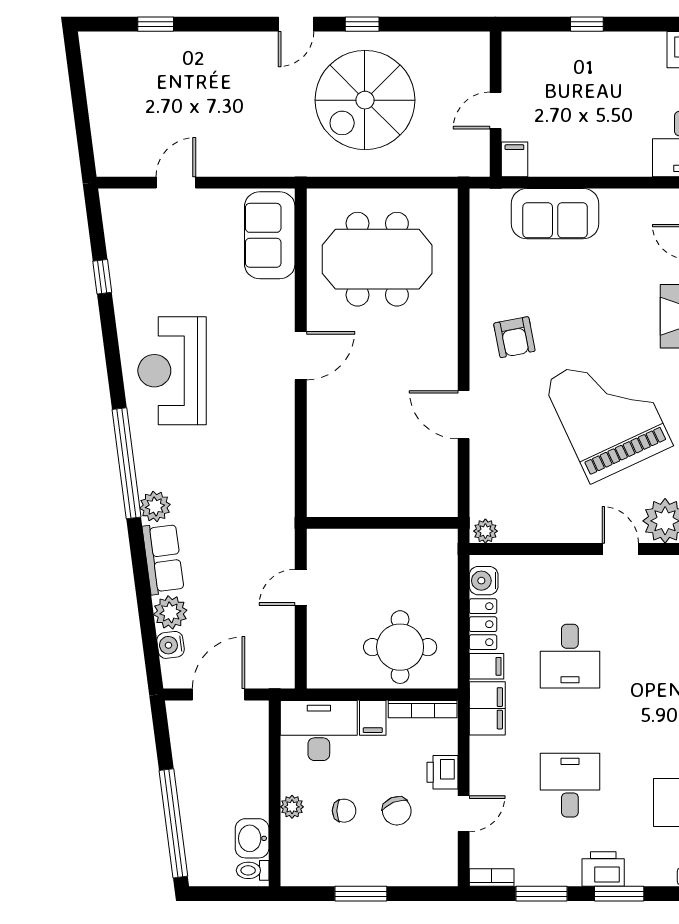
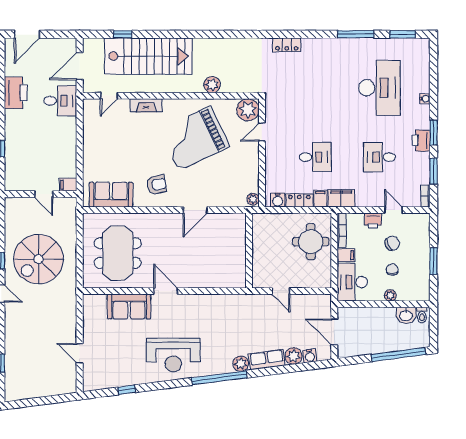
spiral stairs: (365, 100) -> (39, 259), turned 90
sofa: (555, 214) -> (111, 195), moved, turned -90
sofa: (270, 235) -> (129, 307), moved

